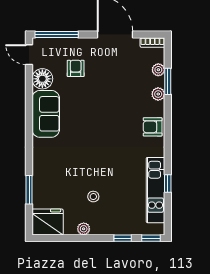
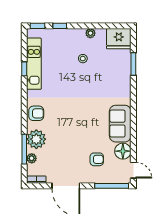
armchair: (76, 68) -> (97, 159), turned -90
window: (168, 81) -> (24, 149), width x1.44
plant: (158, 94) -> (36, 139), width x1.88, depth x1.88

